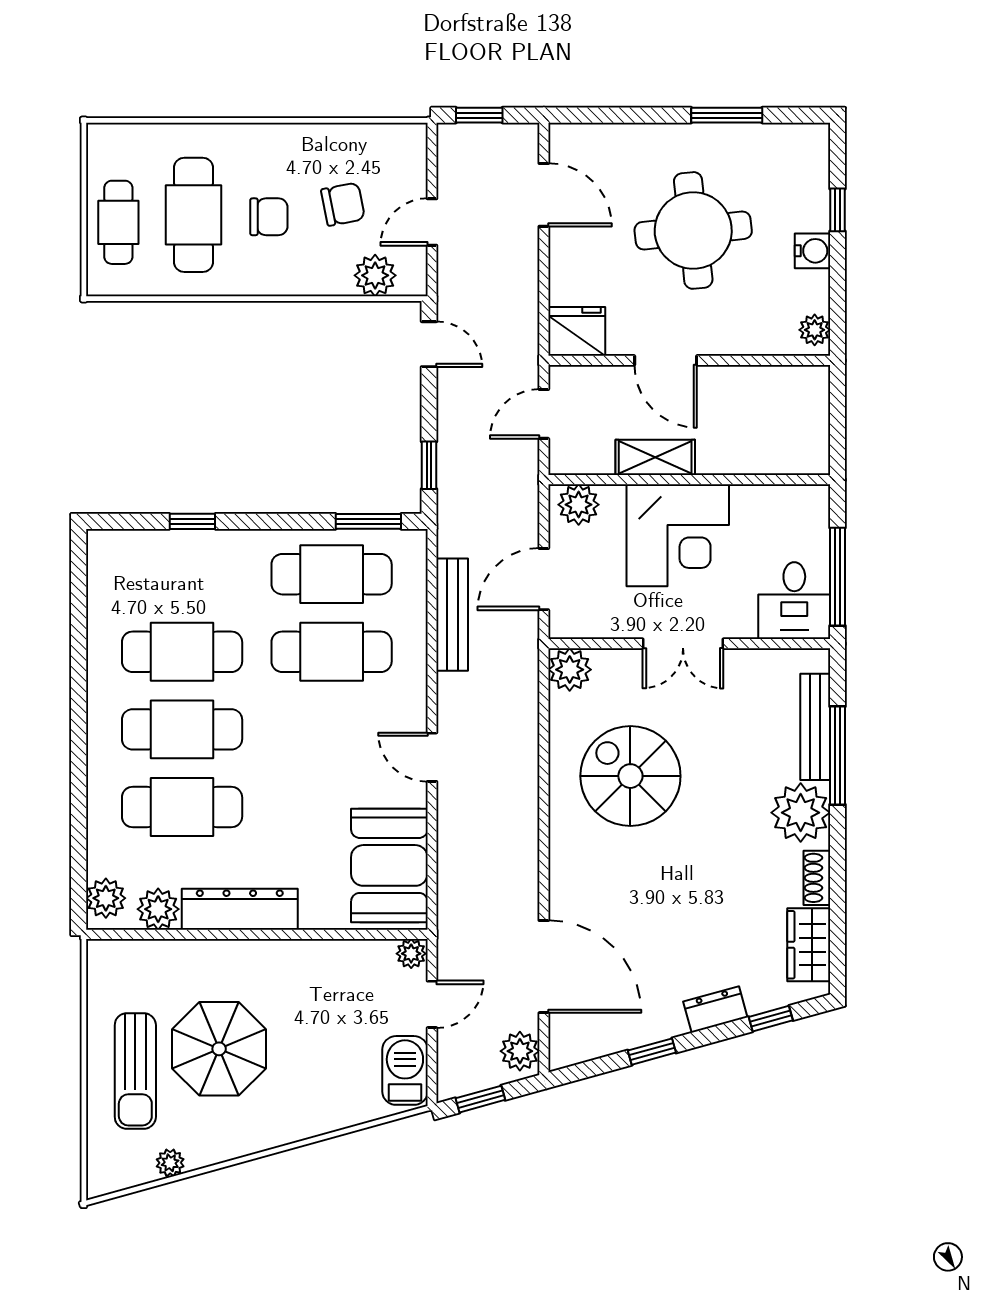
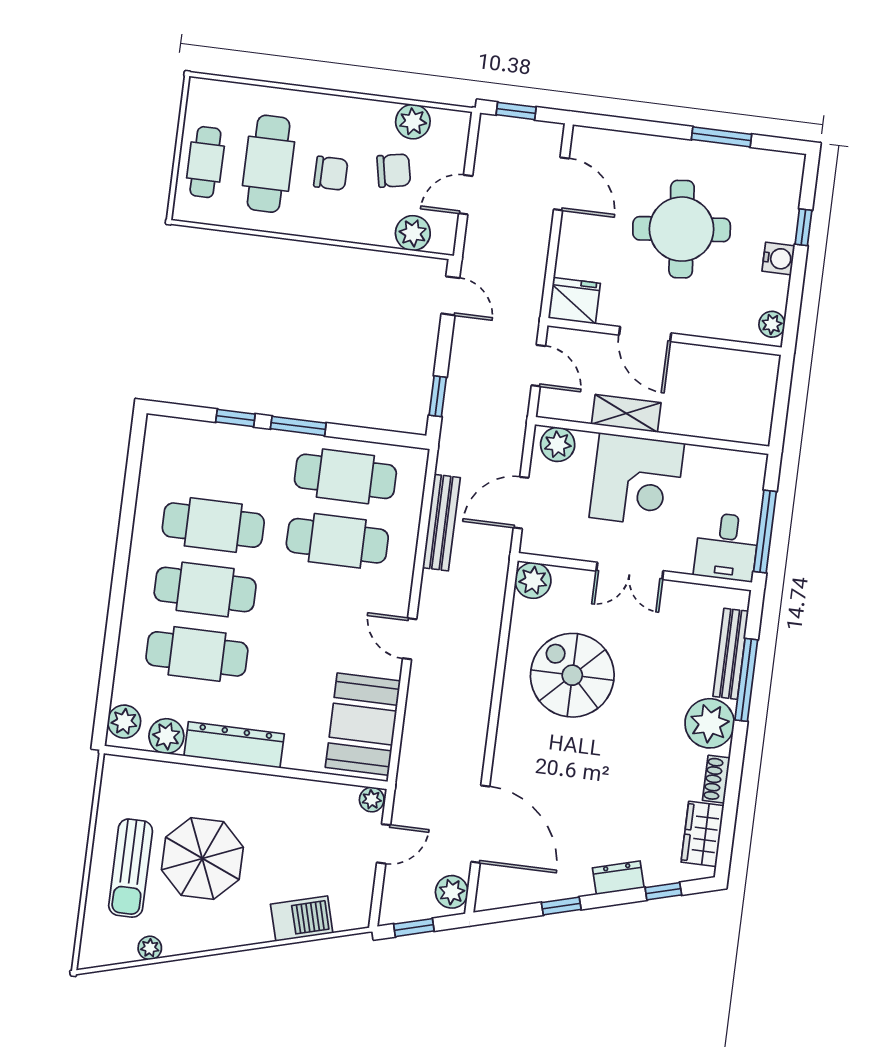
plant: (358, 143) -> (413, 122), added
door: (544, 414) -> (538, 366), swing flipped
window: (368, 521) -> (298, 426), moved
barbecue: (405, 1070) -> (302, 919), moved, turned 75

